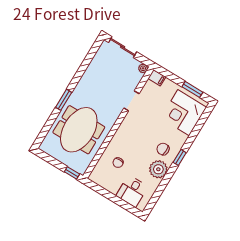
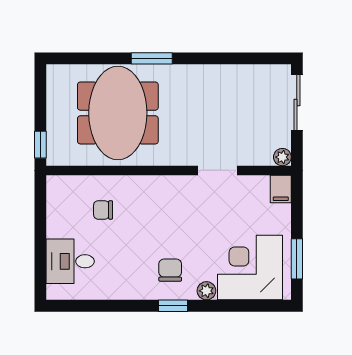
meeting table: (79, 130) -> (118, 113), turned 90
plant: (158, 169) -> (206, 291), moved, width x0.53, depth x0.53

